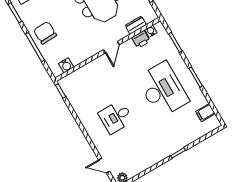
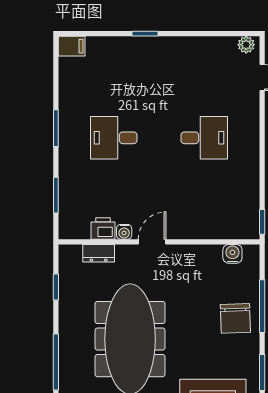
water cooler: (151, 31) -> (124, 232), moved
desk: (163, 90) -> (114, 138), width x0.53, depth x0.77
filing cabinet: (205, 113) -> (72, 46), moved

